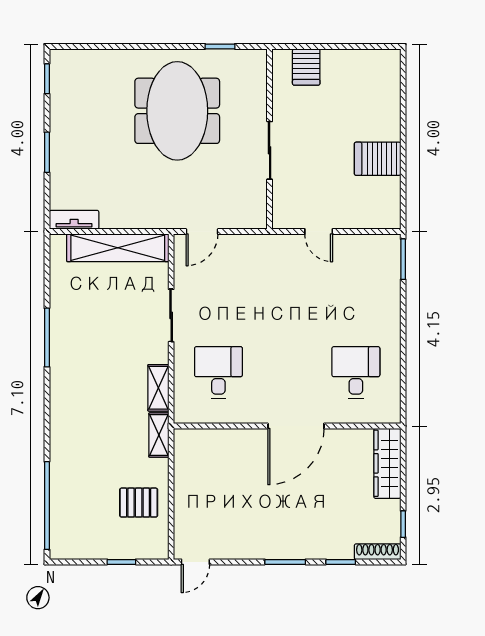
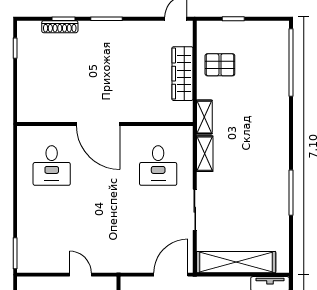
door: (202, 232) -> (171, 275), width x1.38
door: (296, 426) -> (98, 124), swing flipped
wardrobe: (387, 463) -> (182, 74), moved, turned 180
shoe rack: (378, 552) -> (60, 27), moved

